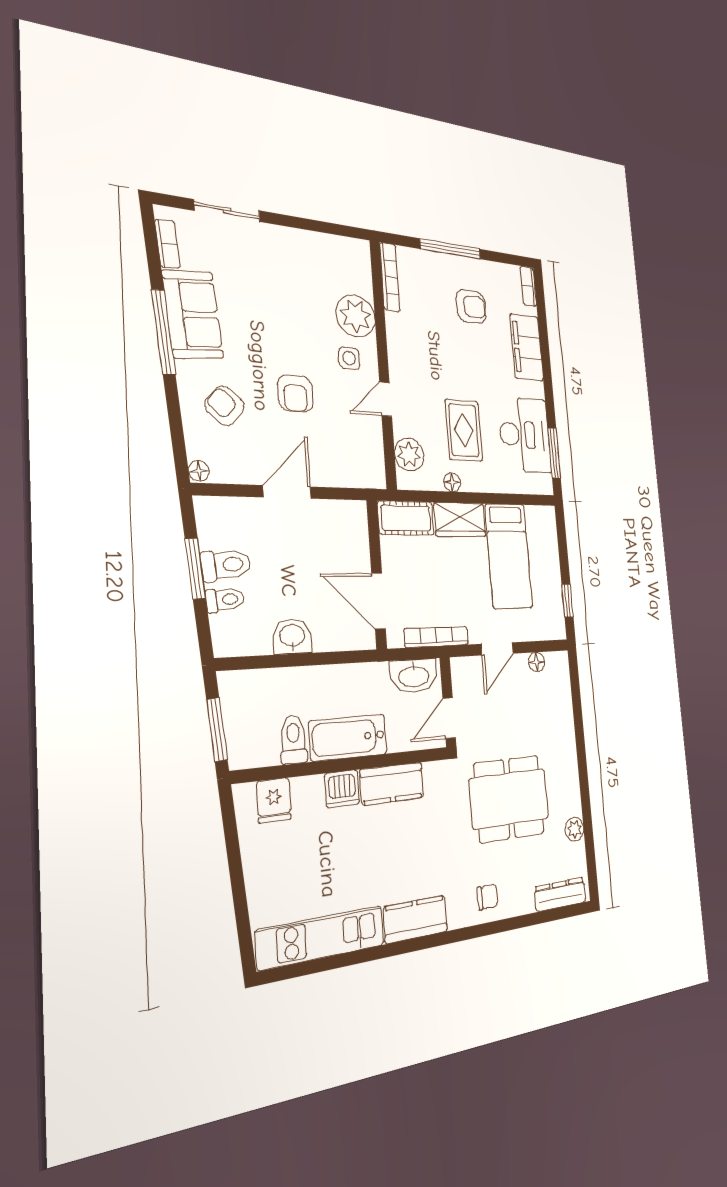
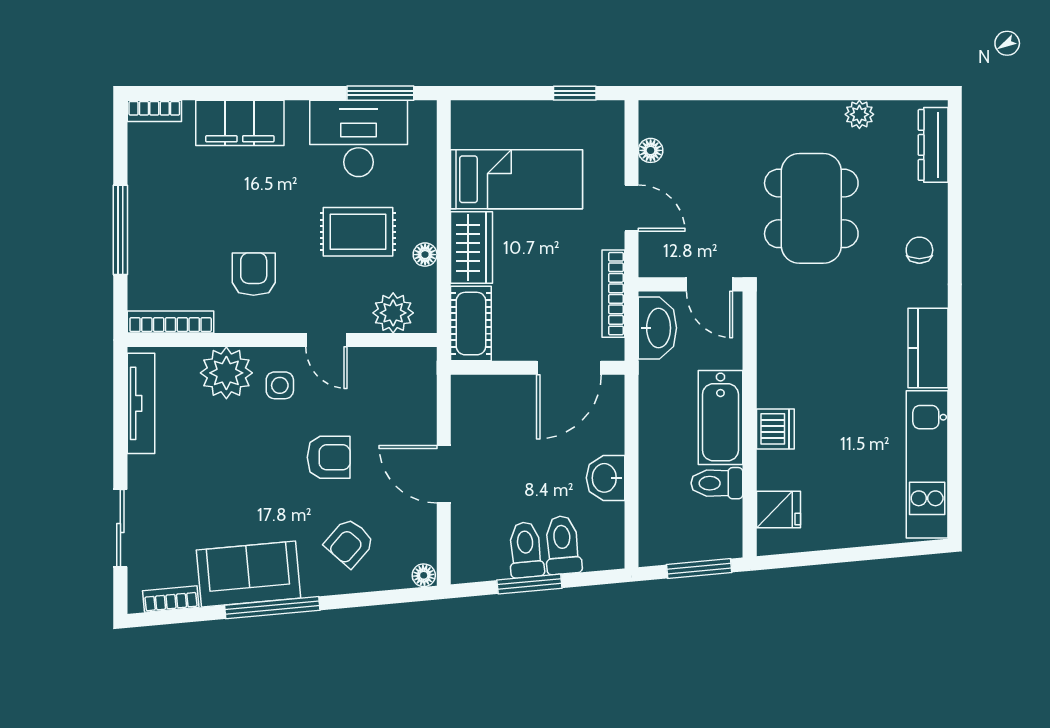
tv unit: (328, 244) -> (141, 403), added
armchair: (471, 306) -> (254, 274), moved
toilet: (225, 600) -> (563, 545), width x1.37, depth x1.39
kitchen counter: (392, 784) -> (776, 366), removed

